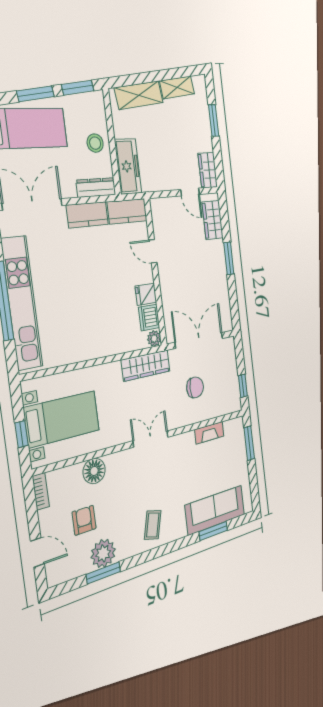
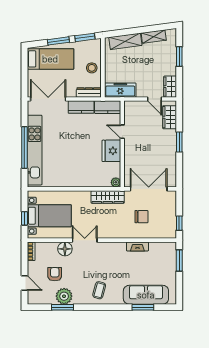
freezer: (128, 166) -> (120, 90), moved, turned -90
fridge: (146, 294) -> (111, 151), width x1.88, depth x1.34
dishwasher: (149, 317) -> (114, 170), removed
fireplace: (209, 433) -> (137, 246), moved
double door: (151, 439) -> (85, 240), moved

